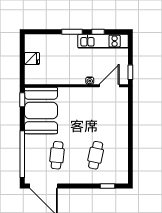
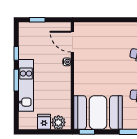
kitchen unit: (103, 41) -> (26, 85), moved
plant: (31, 72) -> (58, 122), added
window: (130, 72) -> (37, 20), moved

